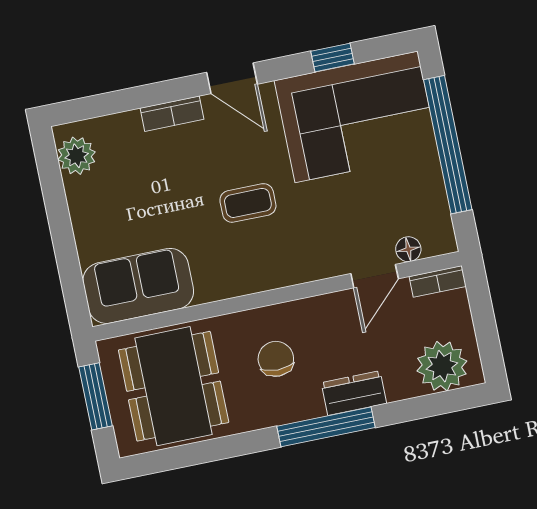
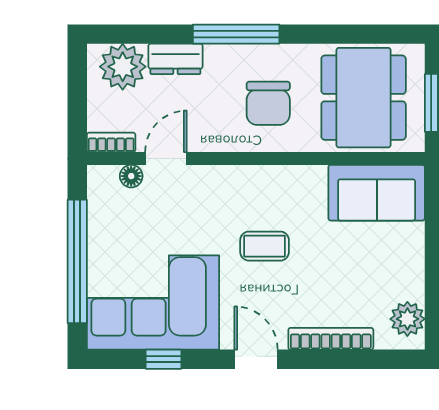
bookcase: (172, 114) -> (331, 339), width x1.56
chair: (276, 359) -> (268, 103), width x1.37, depth x1.37
dresser: (354, 393) -> (175, 59), moved

